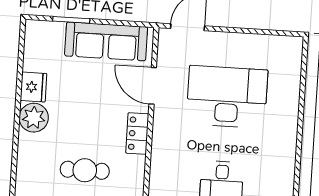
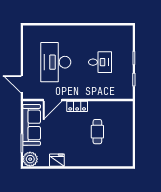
plant: (34, 118) -> (30, 159), moved

